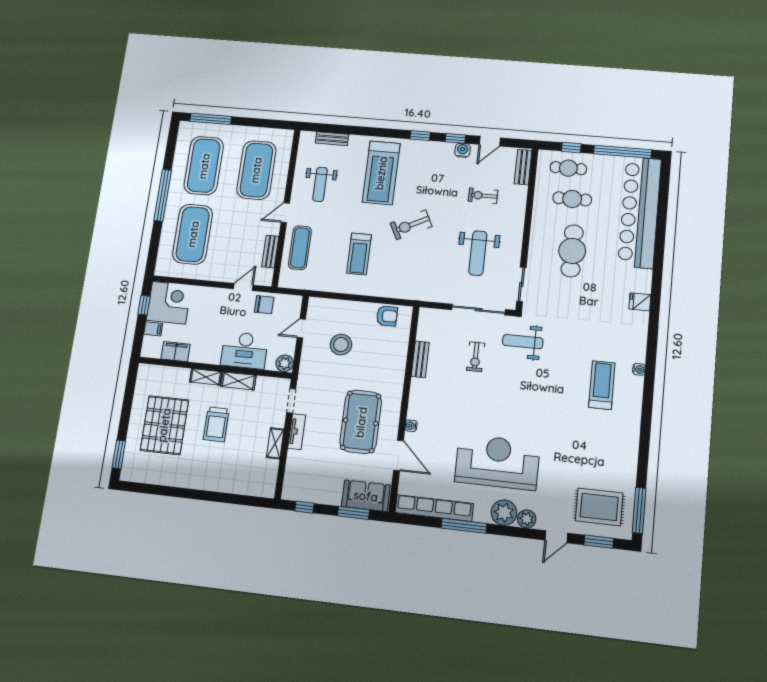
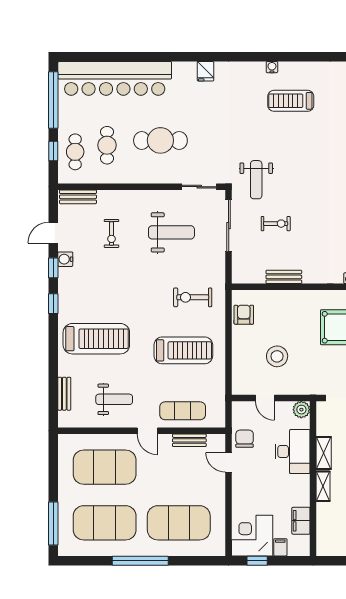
door: (490, 141) -> (53, 233), swing flipped
exercise bike: (411, 225) -> (193, 297), moved, turned 117
treadmill: (359, 254) -> (183, 350), width x1.37, depth x1.38

